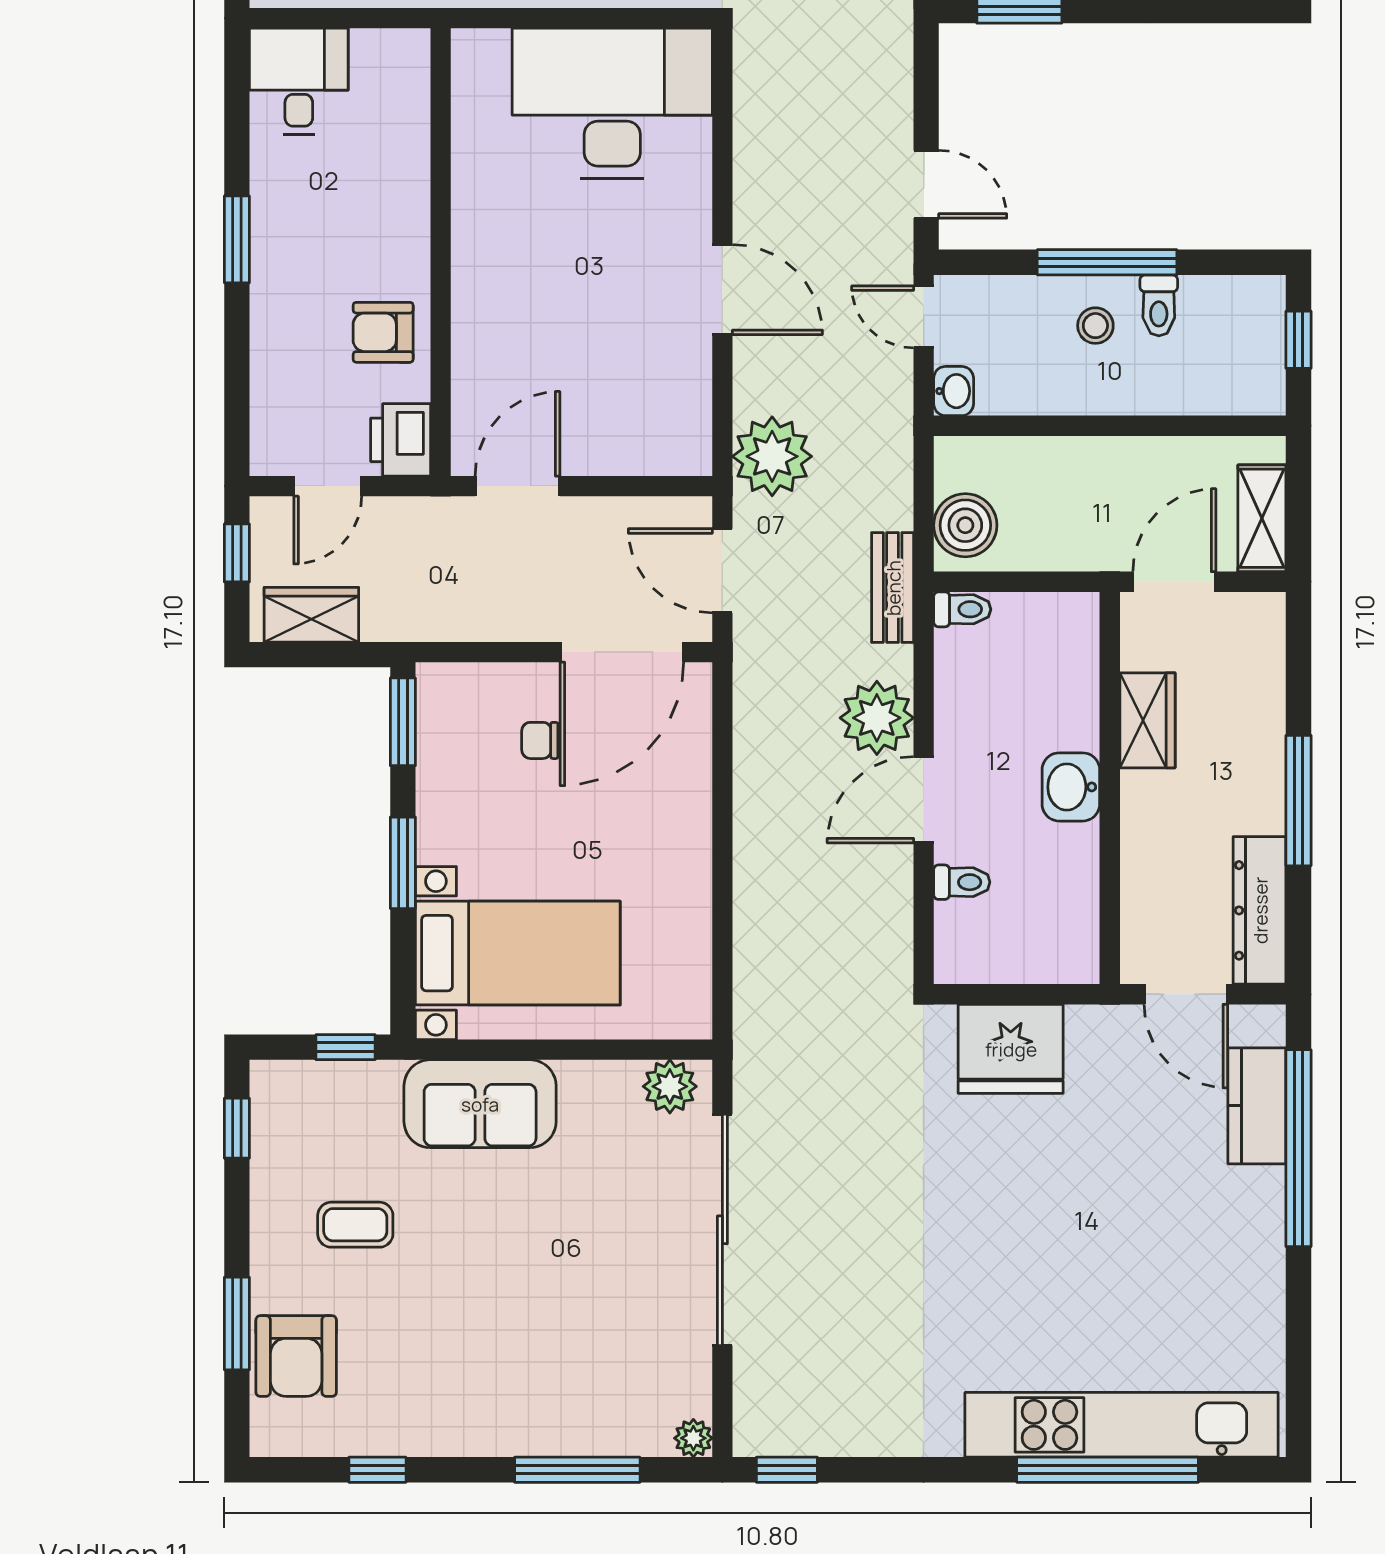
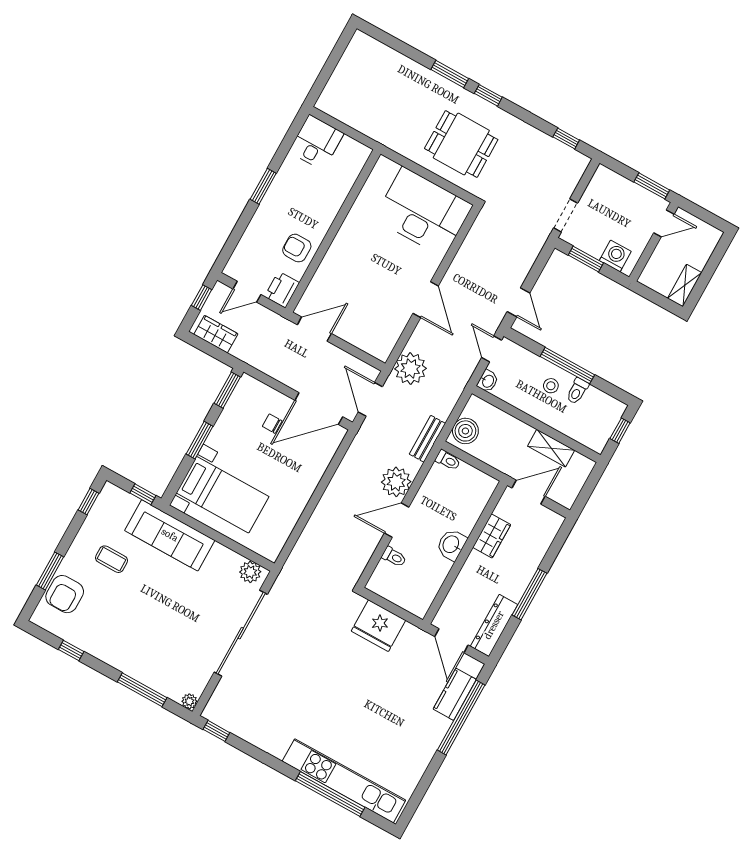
shelving: (1262, 518) -> (551, 448), moved, turned 90
sofa: (480, 1104) -> (170, 535), width x1.36

